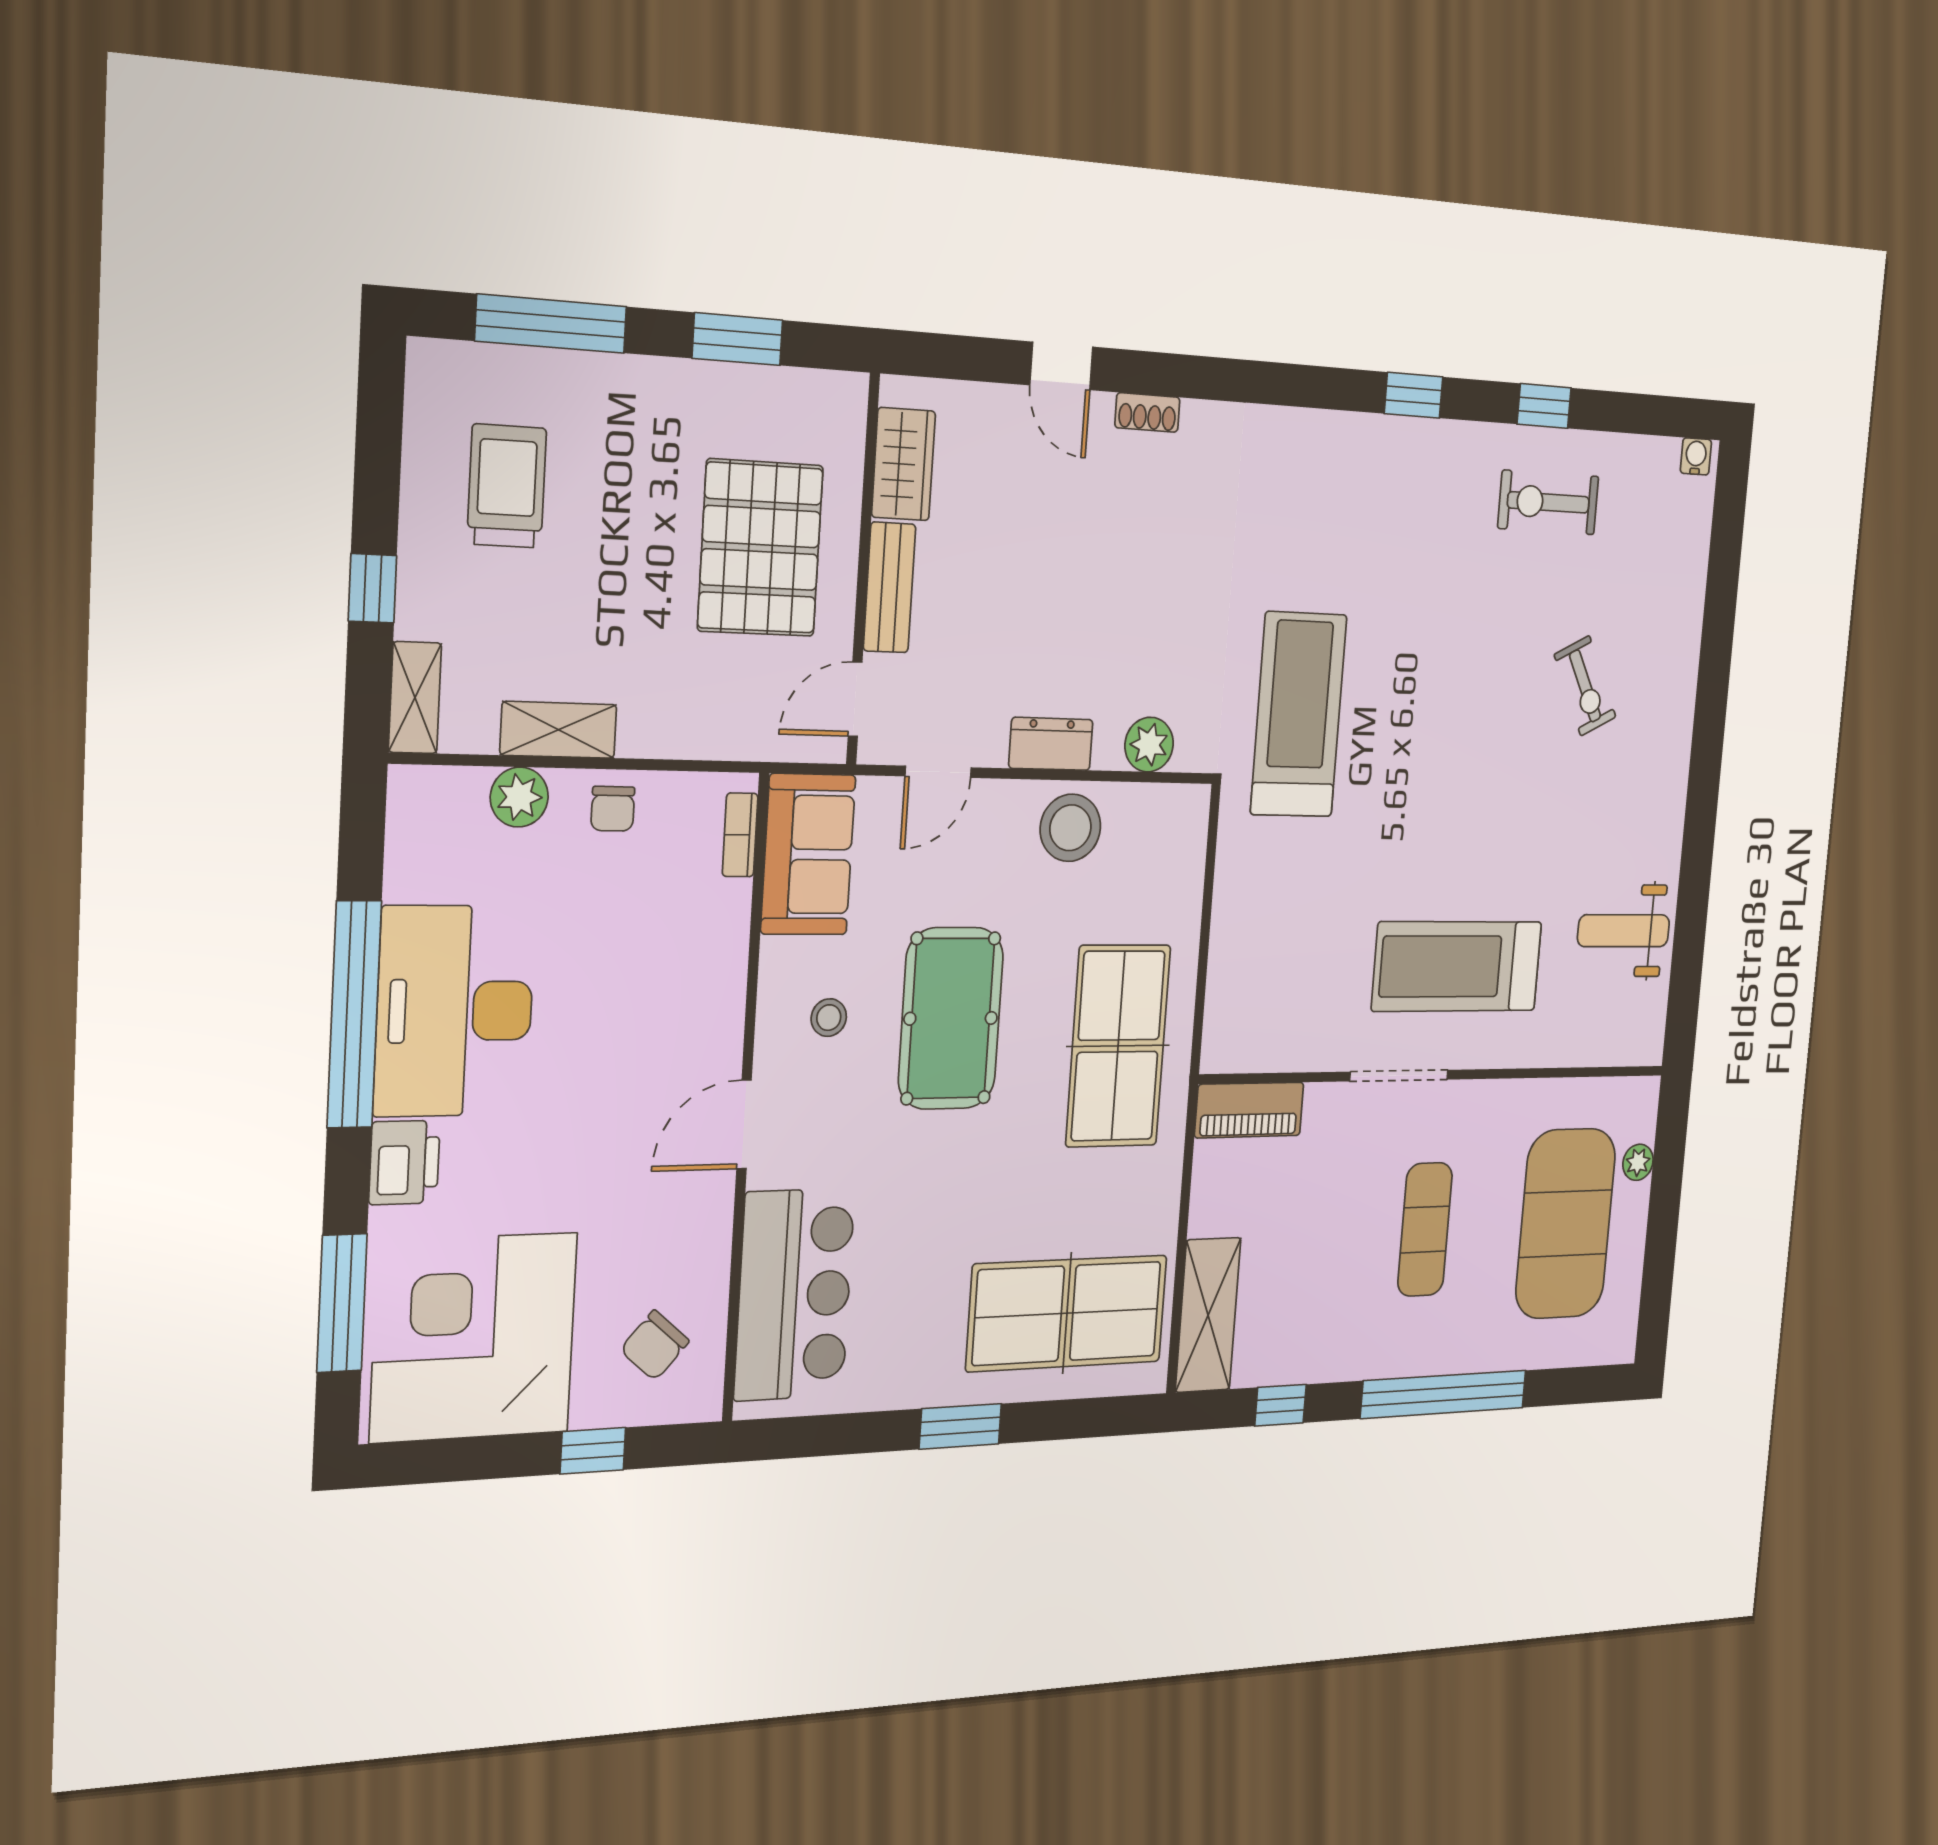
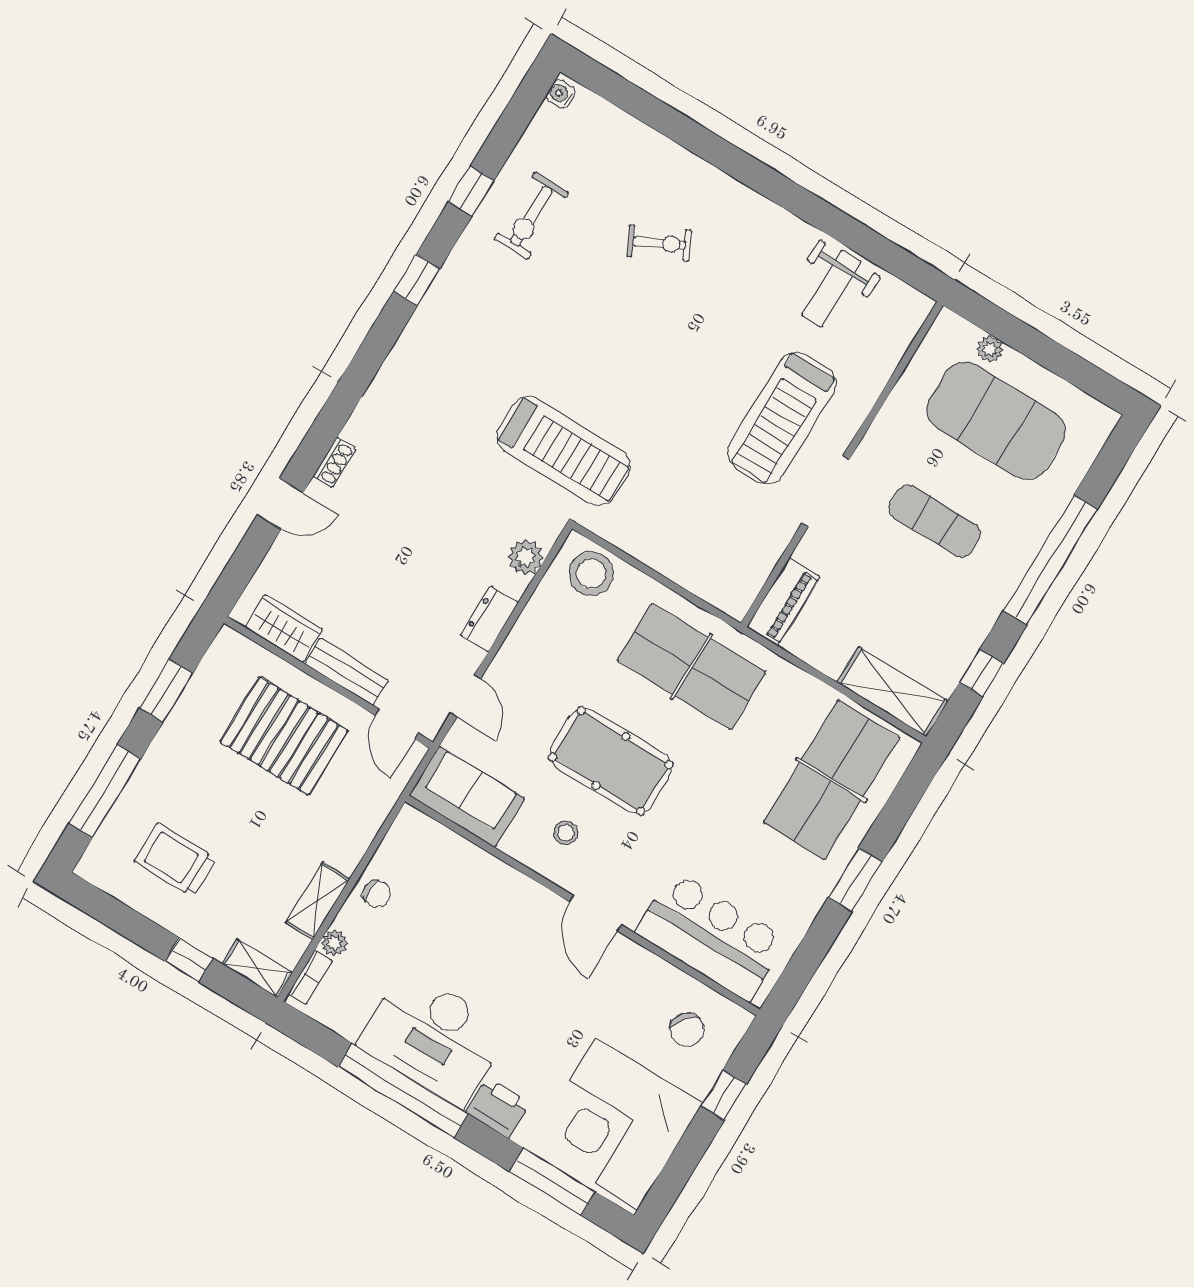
treadmill: (1299, 715) -> (564, 451), turned 180
plant: (519, 797) -> (334, 943), width x0.73, depth x0.73
stool: (1070, 828) -> (591, 574), moved
bookcase: (740, 835) -> (310, 977), moved, turned -90

